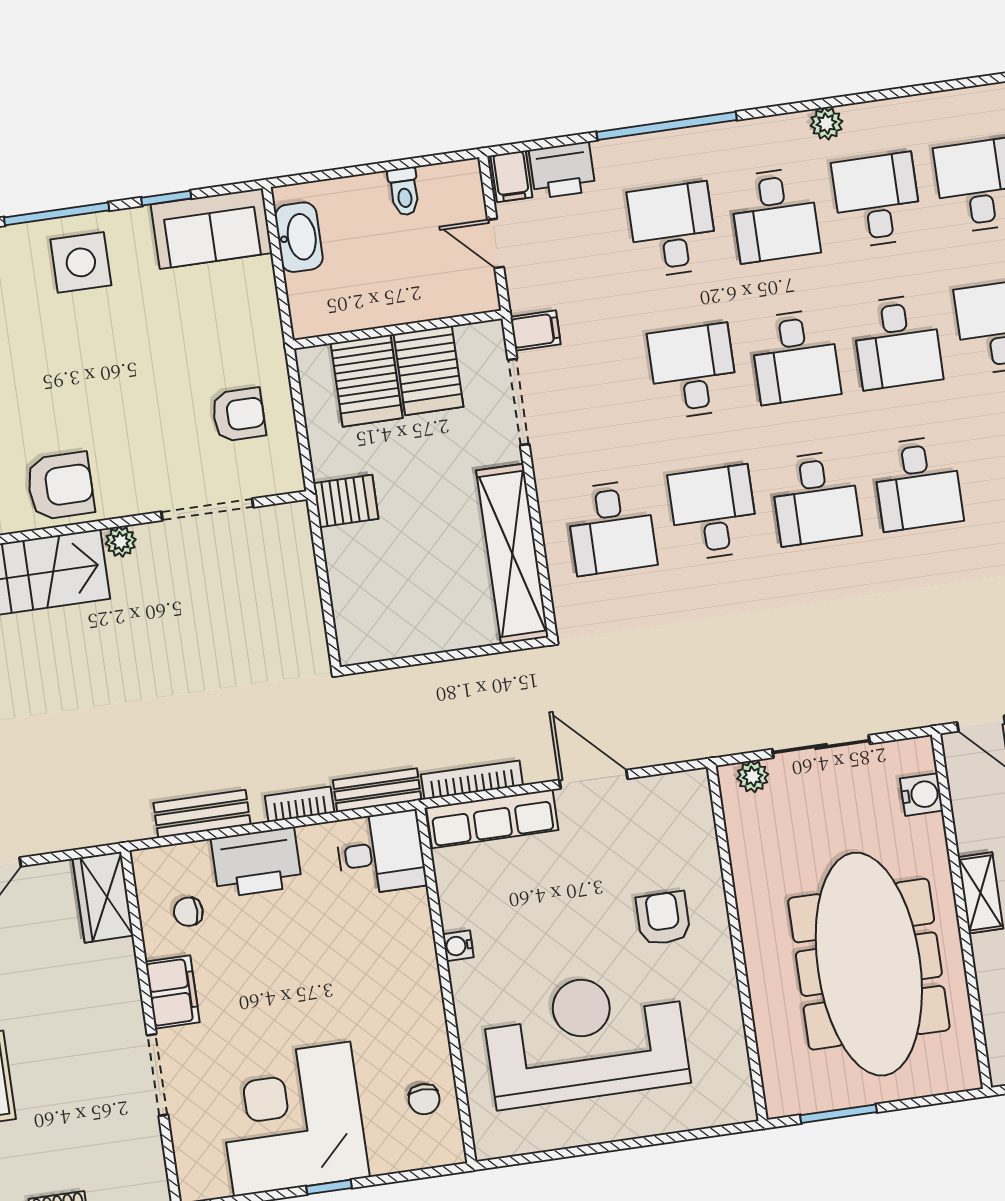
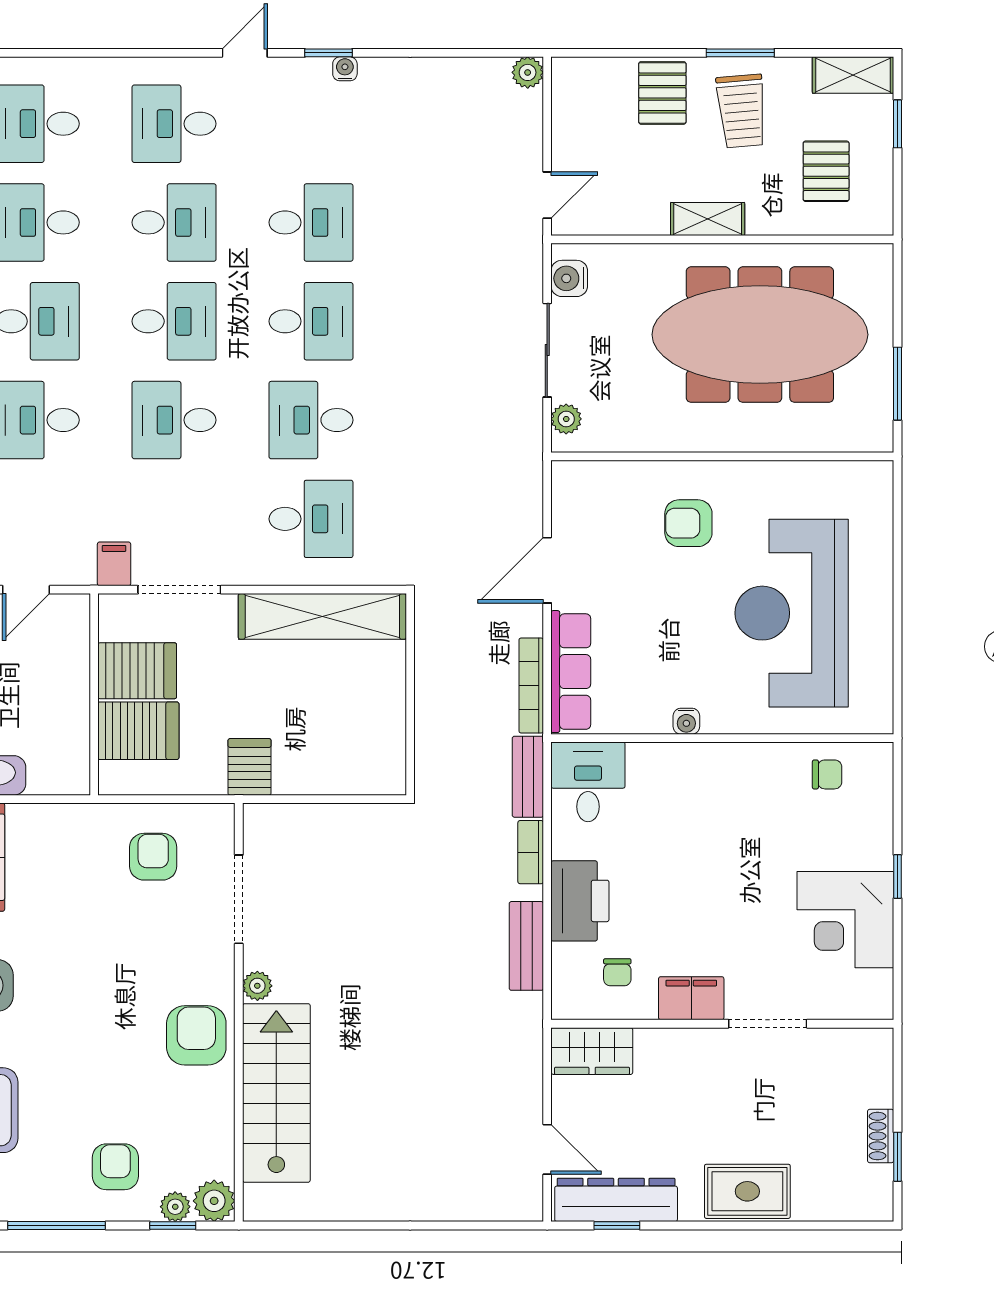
water cooler: (921, 795) -> (569, 278), moved, turned -90
corner desk: (292, 1119) -> (845, 920), width x0.74, depth x0.74

